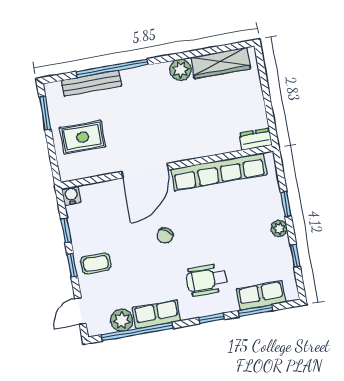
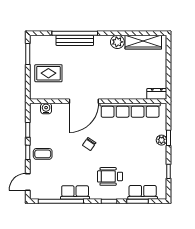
bench: (91, 83) -> (75, 40), moved
water cooler: (71, 195) -> (46, 109), moved
plant: (279, 229) -> (161, 140), moved
plant: (122, 320) -> (53, 192), removed

